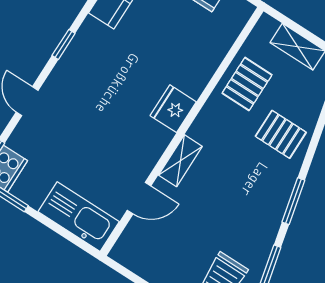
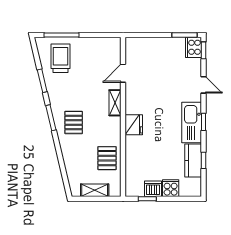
pallet: (281, 134) -> (74, 122), moved, turned 90
kitchen sink: (79, 217) -> (192, 122), moved, turned 90

